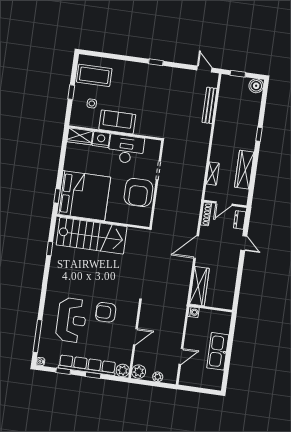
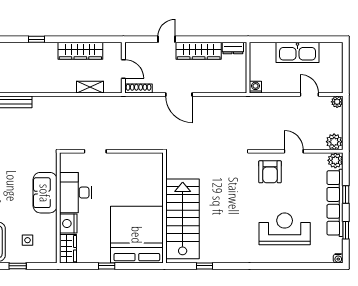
sofa: (117, 122) -> (45, 193), moved
armchair: (138, 192) -> (124, 171), removed
window: (57, 196) -> (107, 266), moved
dresser: (240, 220) -> (233, 48), moved
wardrobe: (199, 286) -> (199, 51), moved, turned 180
armchair: (106, 312) -> (270, 172), moved
window: (37, 336) -> (309, 266), removed
plant: (158, 377) -> (337, 102), moved

